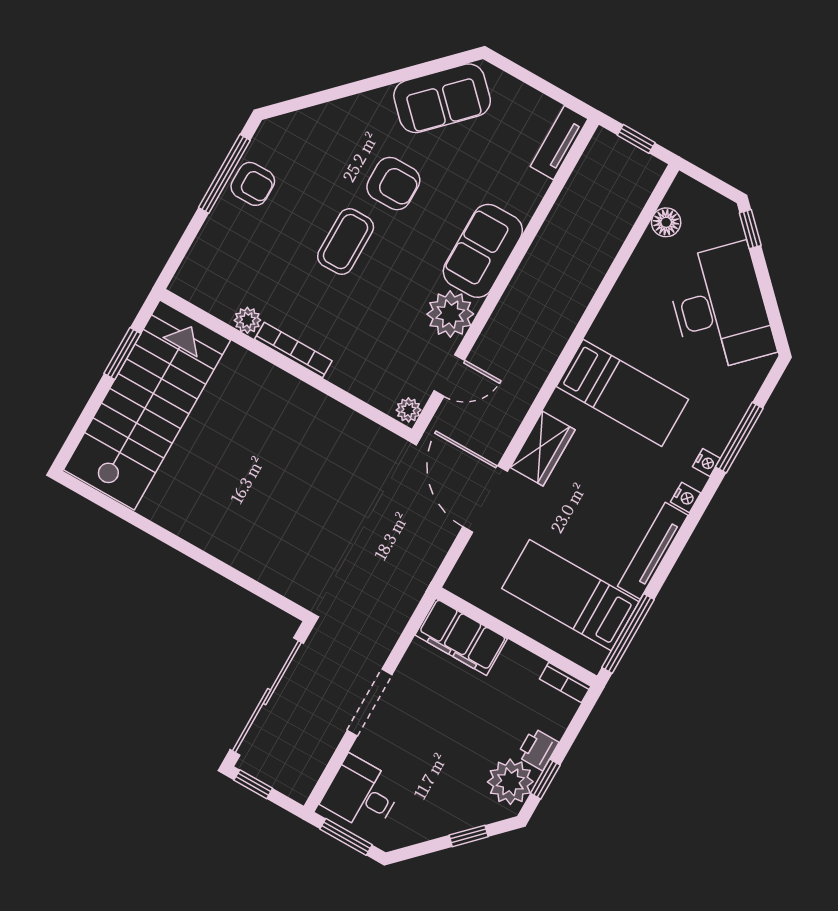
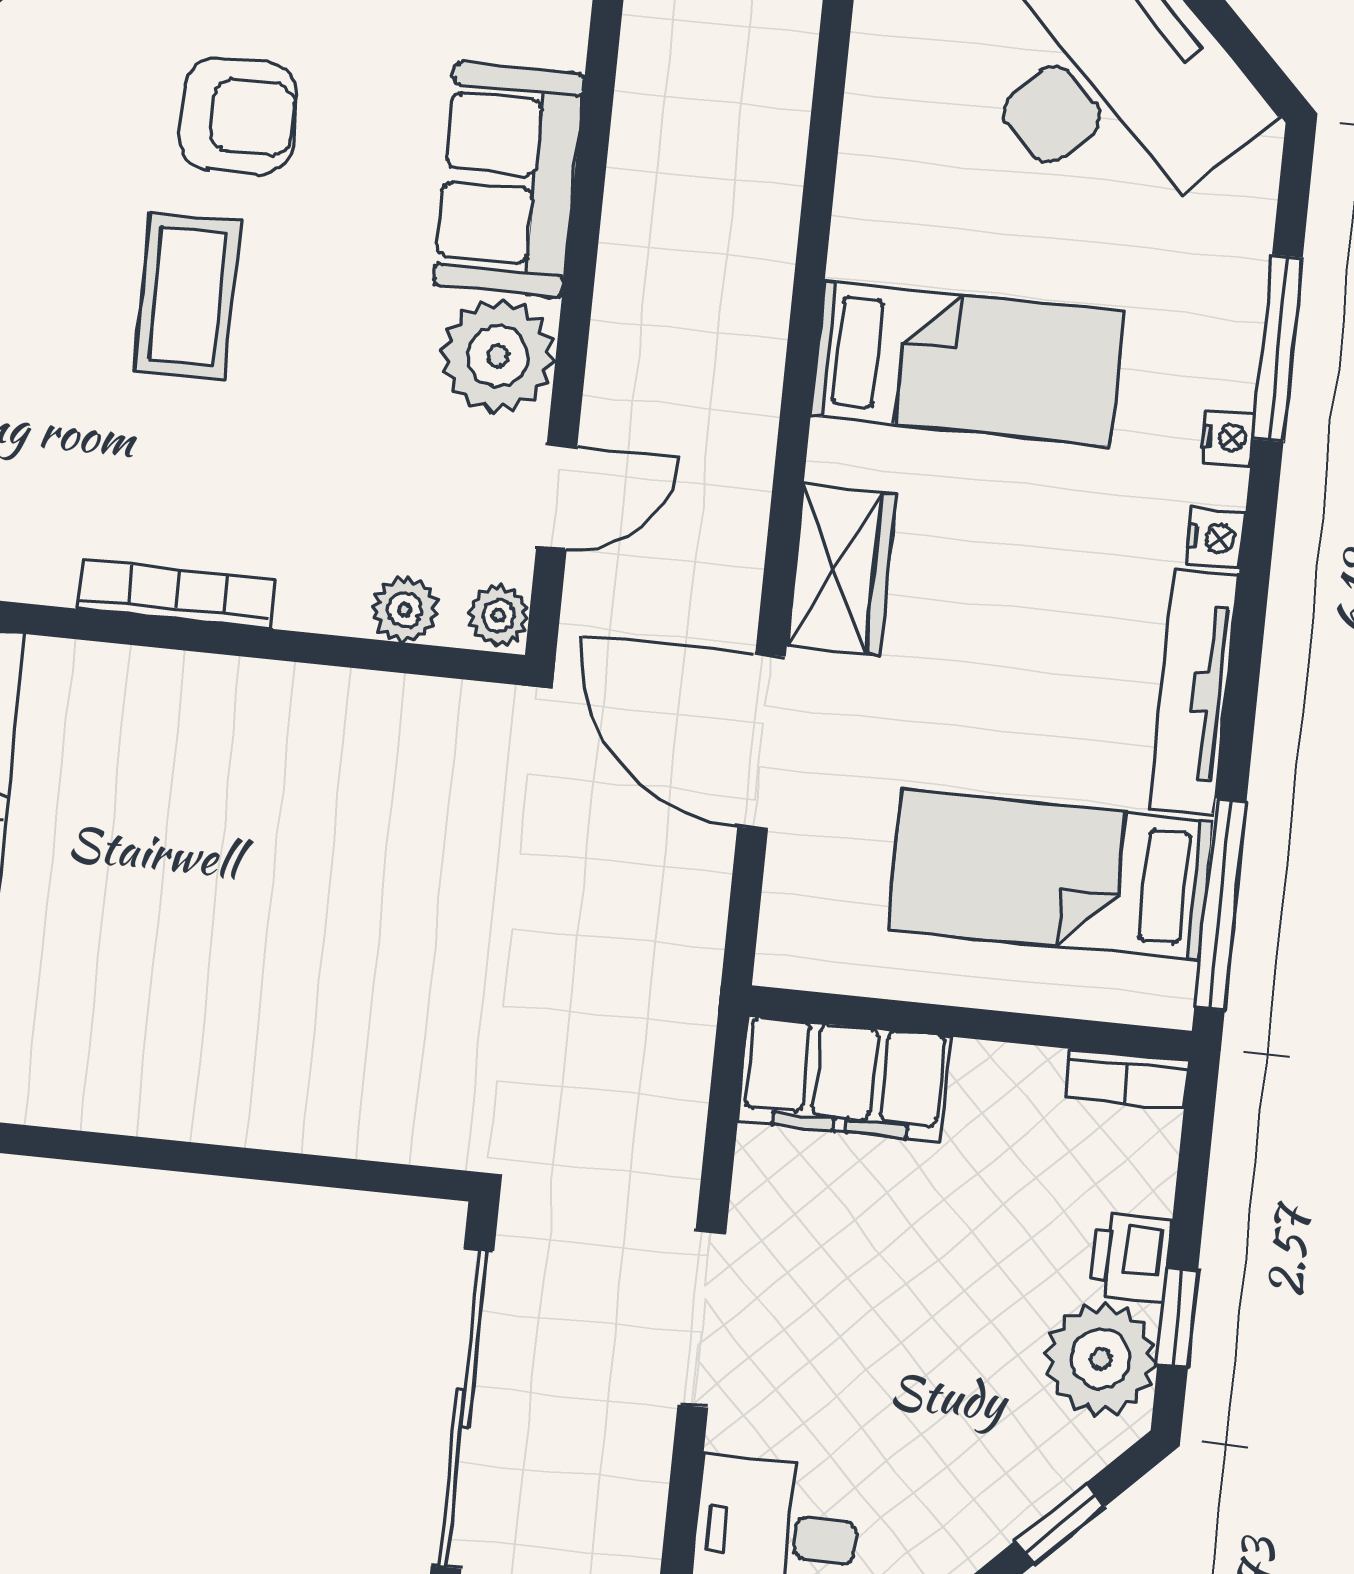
plant: (247, 320) -> (405, 610), moved

